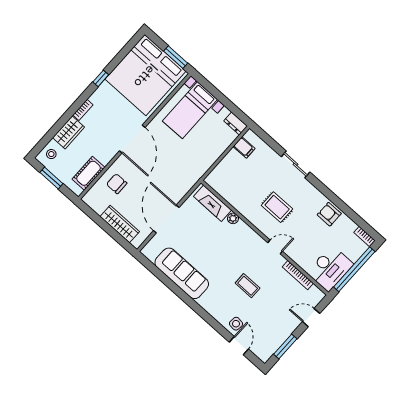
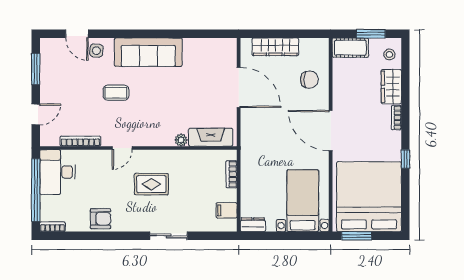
bookcase: (220, 168) -> (231, 174), added
cot: (88, 173) -> (350, 48), moved, turned 90
sofa: (182, 273) -> (148, 52), moved

